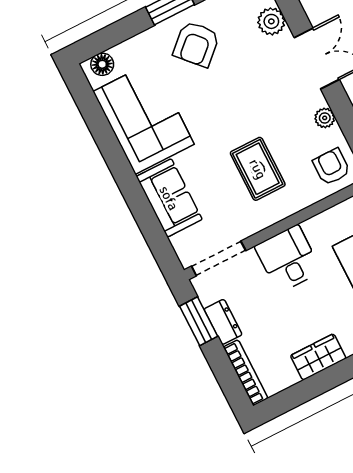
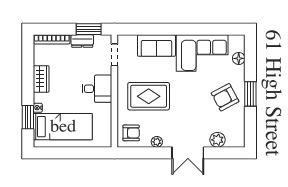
armchair: (196, 44) -> (225, 97), turned -75
floor lamp: (102, 64) -> (239, 58), moved
rug: (258, 169) -> (149, 96), width x1.36, depth x1.43
doorway: (219, 258) -> (114, 55), width x0.73

